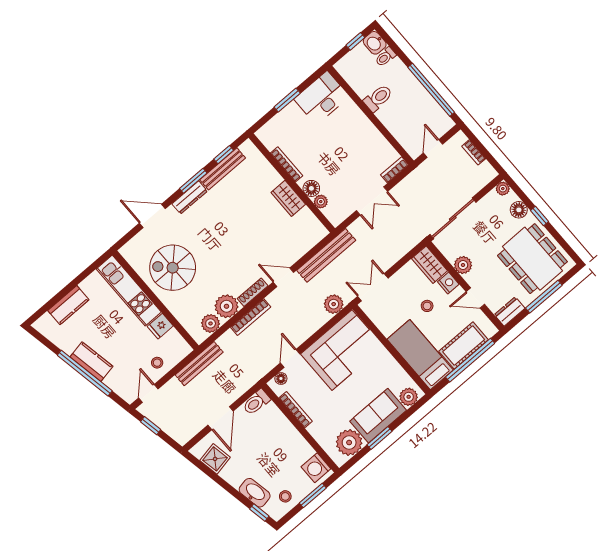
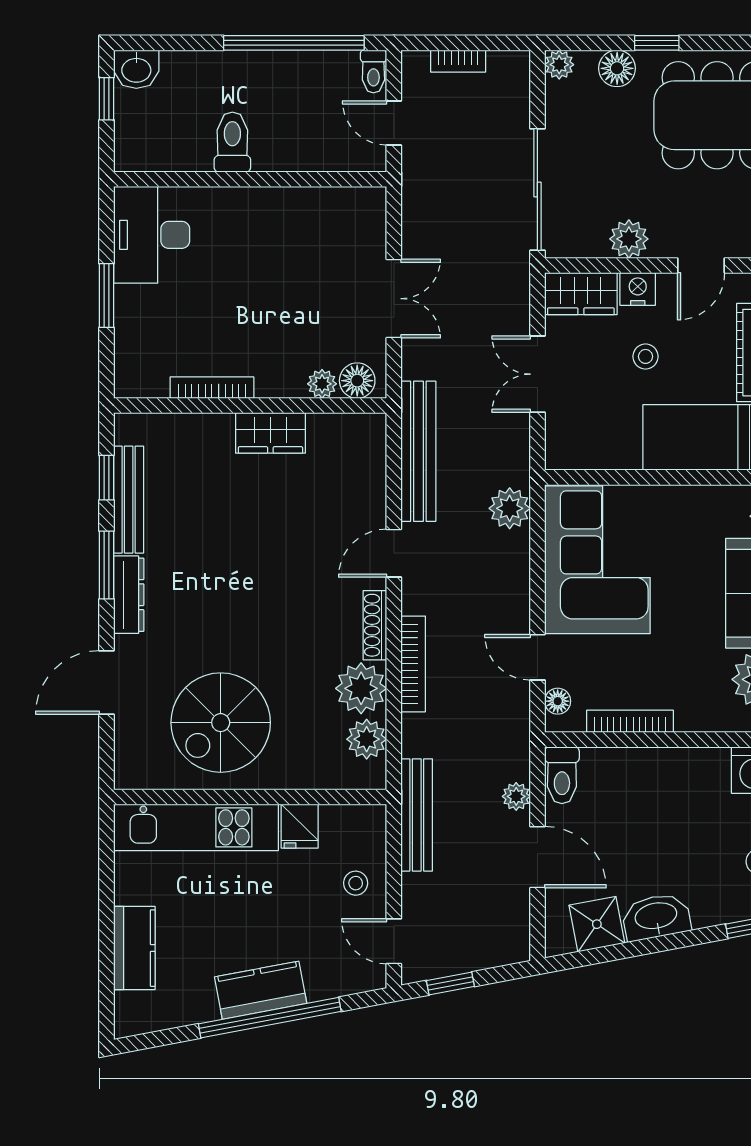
toilet: (385, 57) -> (373, 71), moved
bookcase: (395, 170) -> (375, 217), removed
floor lamp: (311, 188) -> (357, 381), moved
double door: (373, 287) -> (537, 374), moved
plant: (235, 393) -> (516, 796), added
washbasin: (255, 493) -> (656, 917), moved

